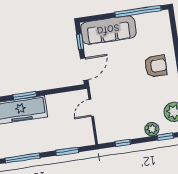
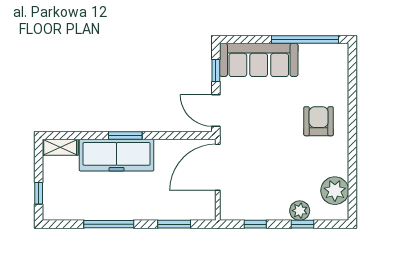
armchair: (156, 66) -> (319, 121), turned -90
door: (84, 69) -> (216, 111), swing flipped
door: (91, 108) -> (218, 167), width x1.88
window: (165, 137) -> (302, 224), moved

